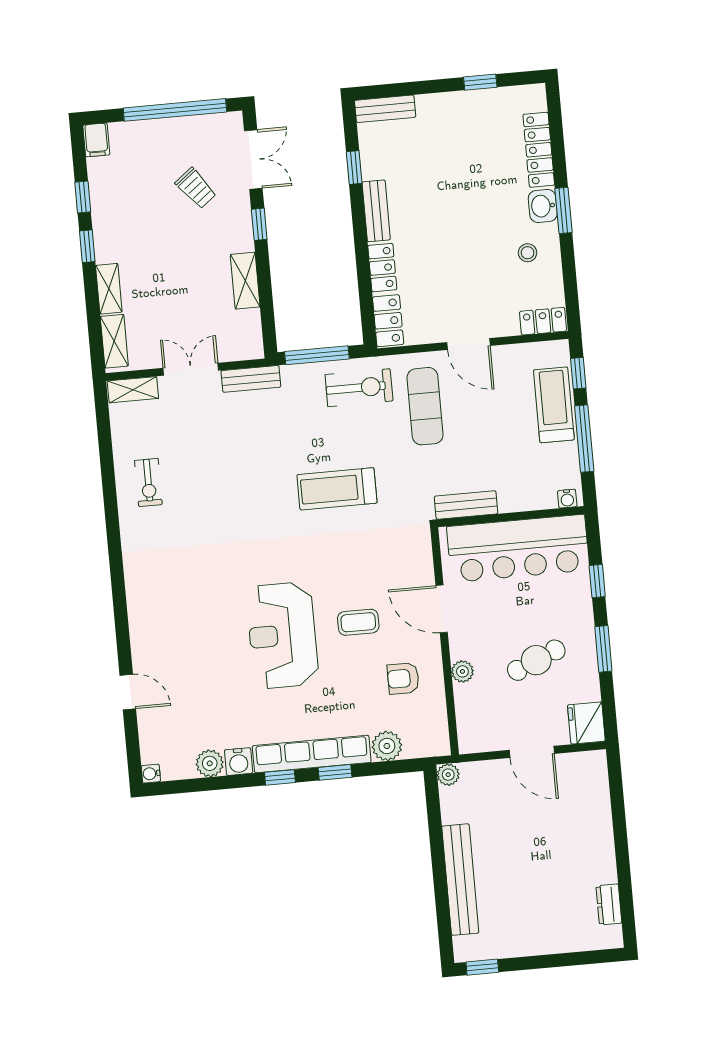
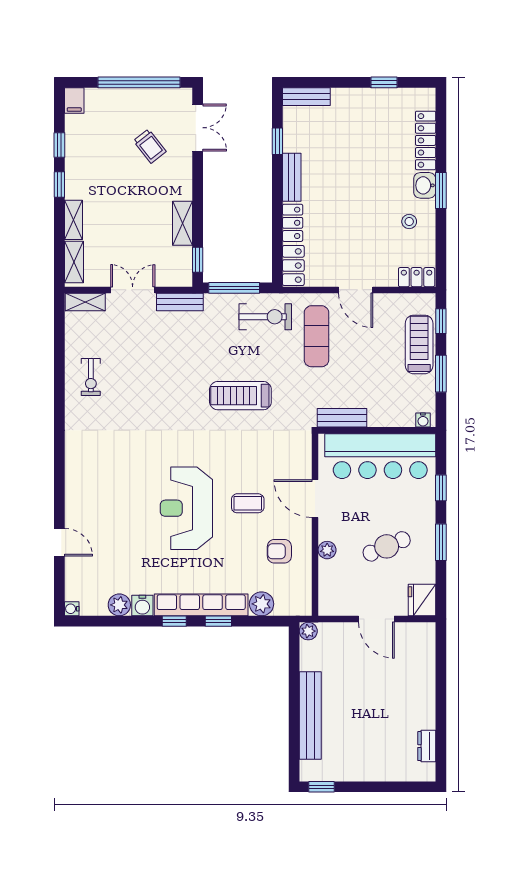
window: (259, 224) -> (198, 260), moved
window: (584, 439) -> (441, 374), width x0.69

